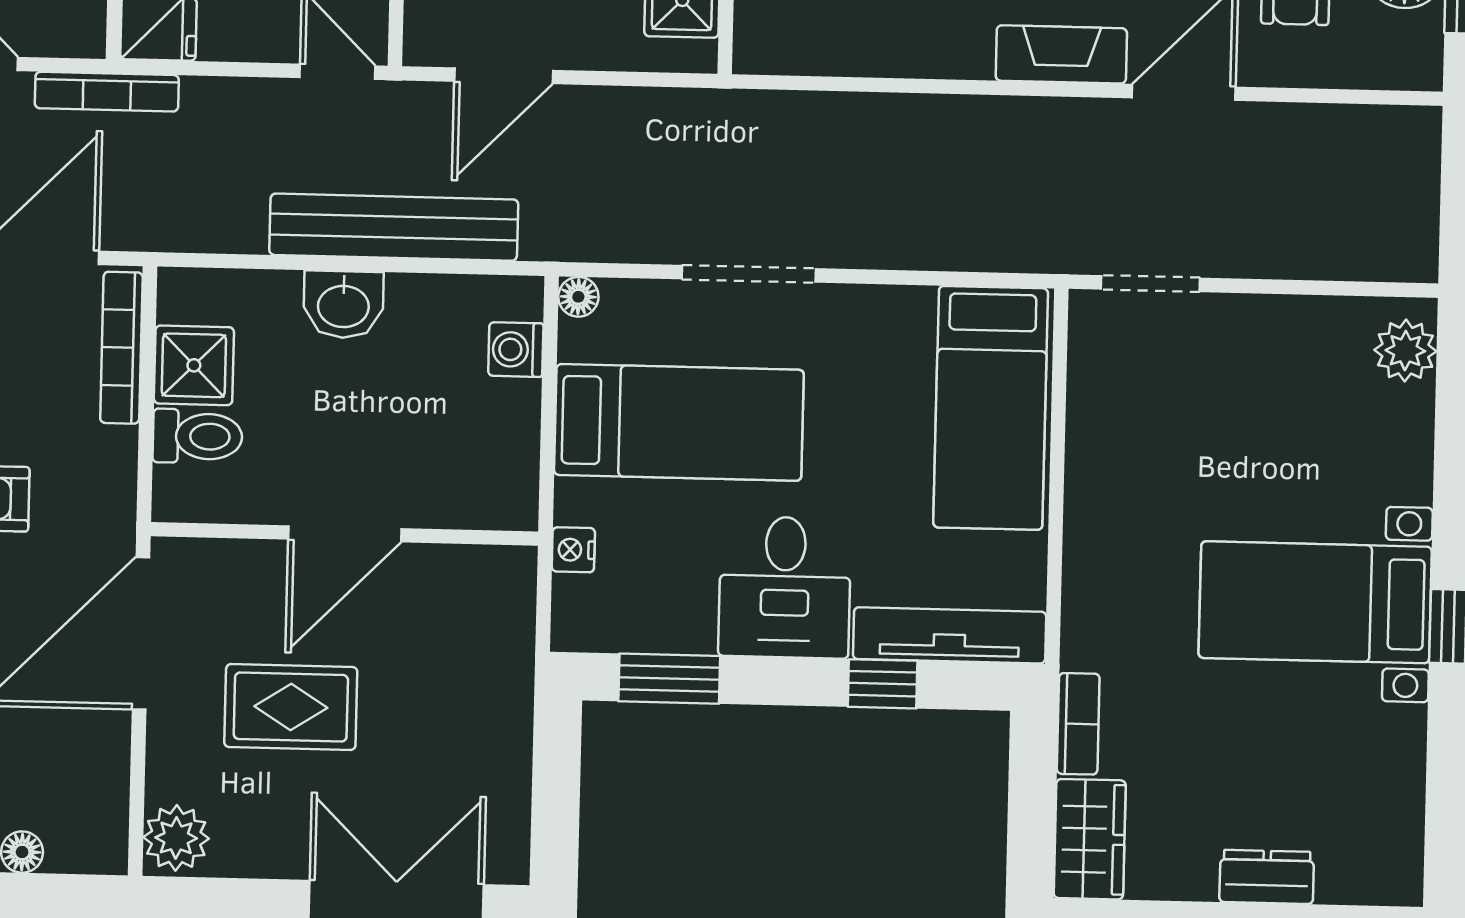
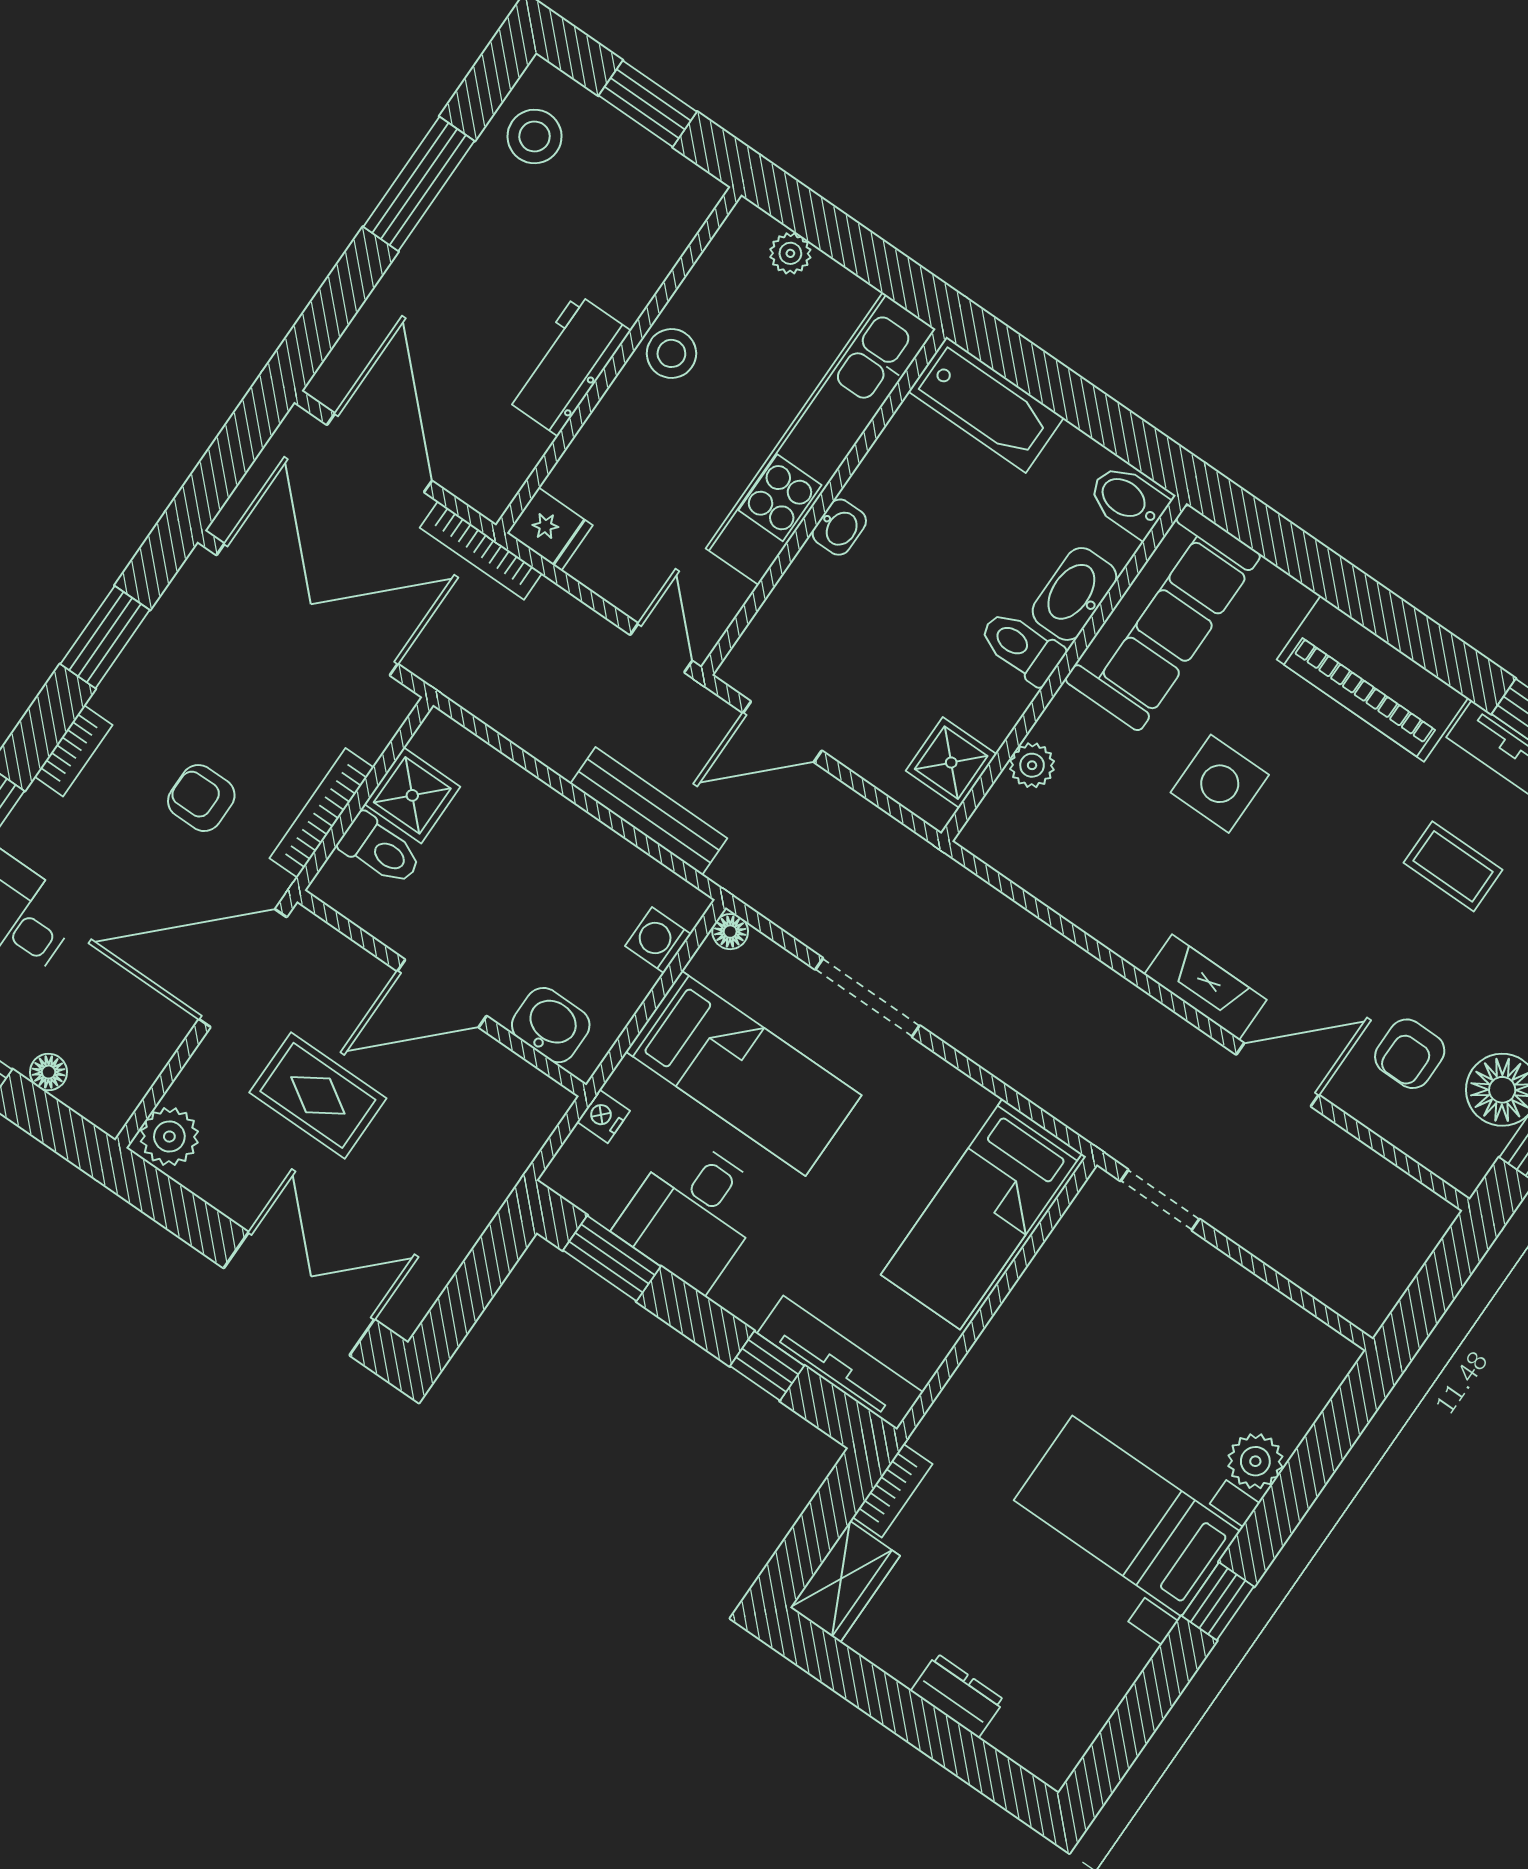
bench: (394, 227) -> (649, 811), width x0.73, depth x0.82
washbasin: (343, 305) -> (551, 1025), moved, turned 180
bookcase: (121, 348) -> (322, 813), moved
plant: (1405, 351) -> (1255, 1461), moved
desk: (785, 587) -> (693, 1213), moved

